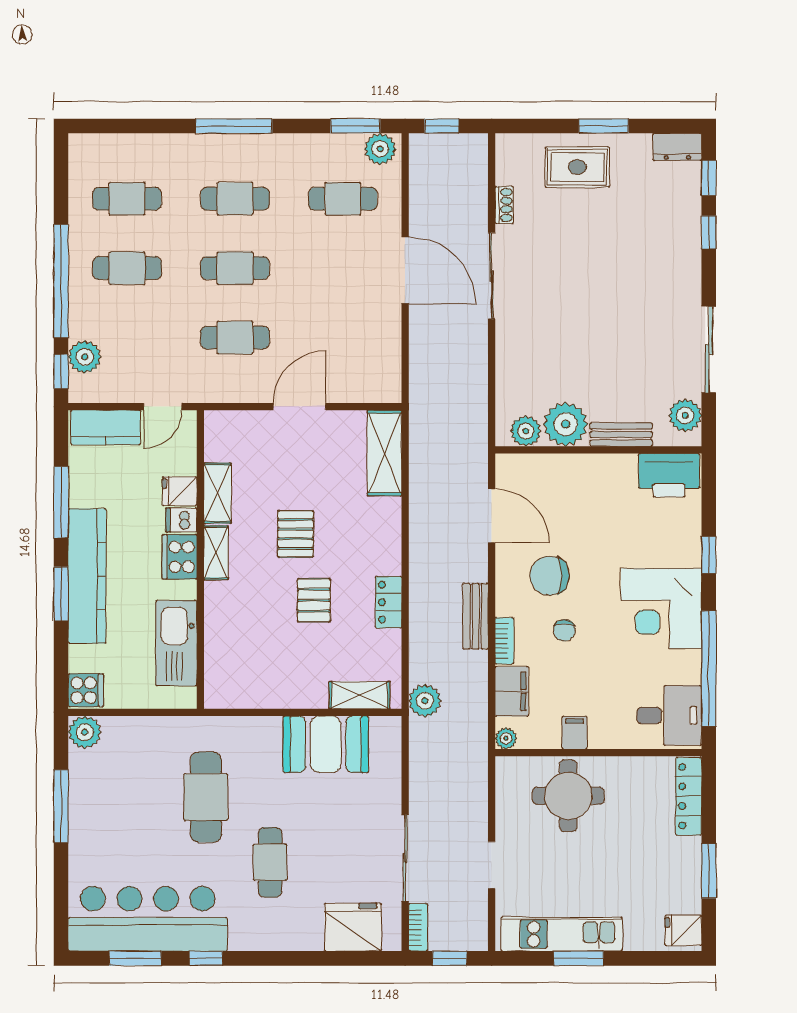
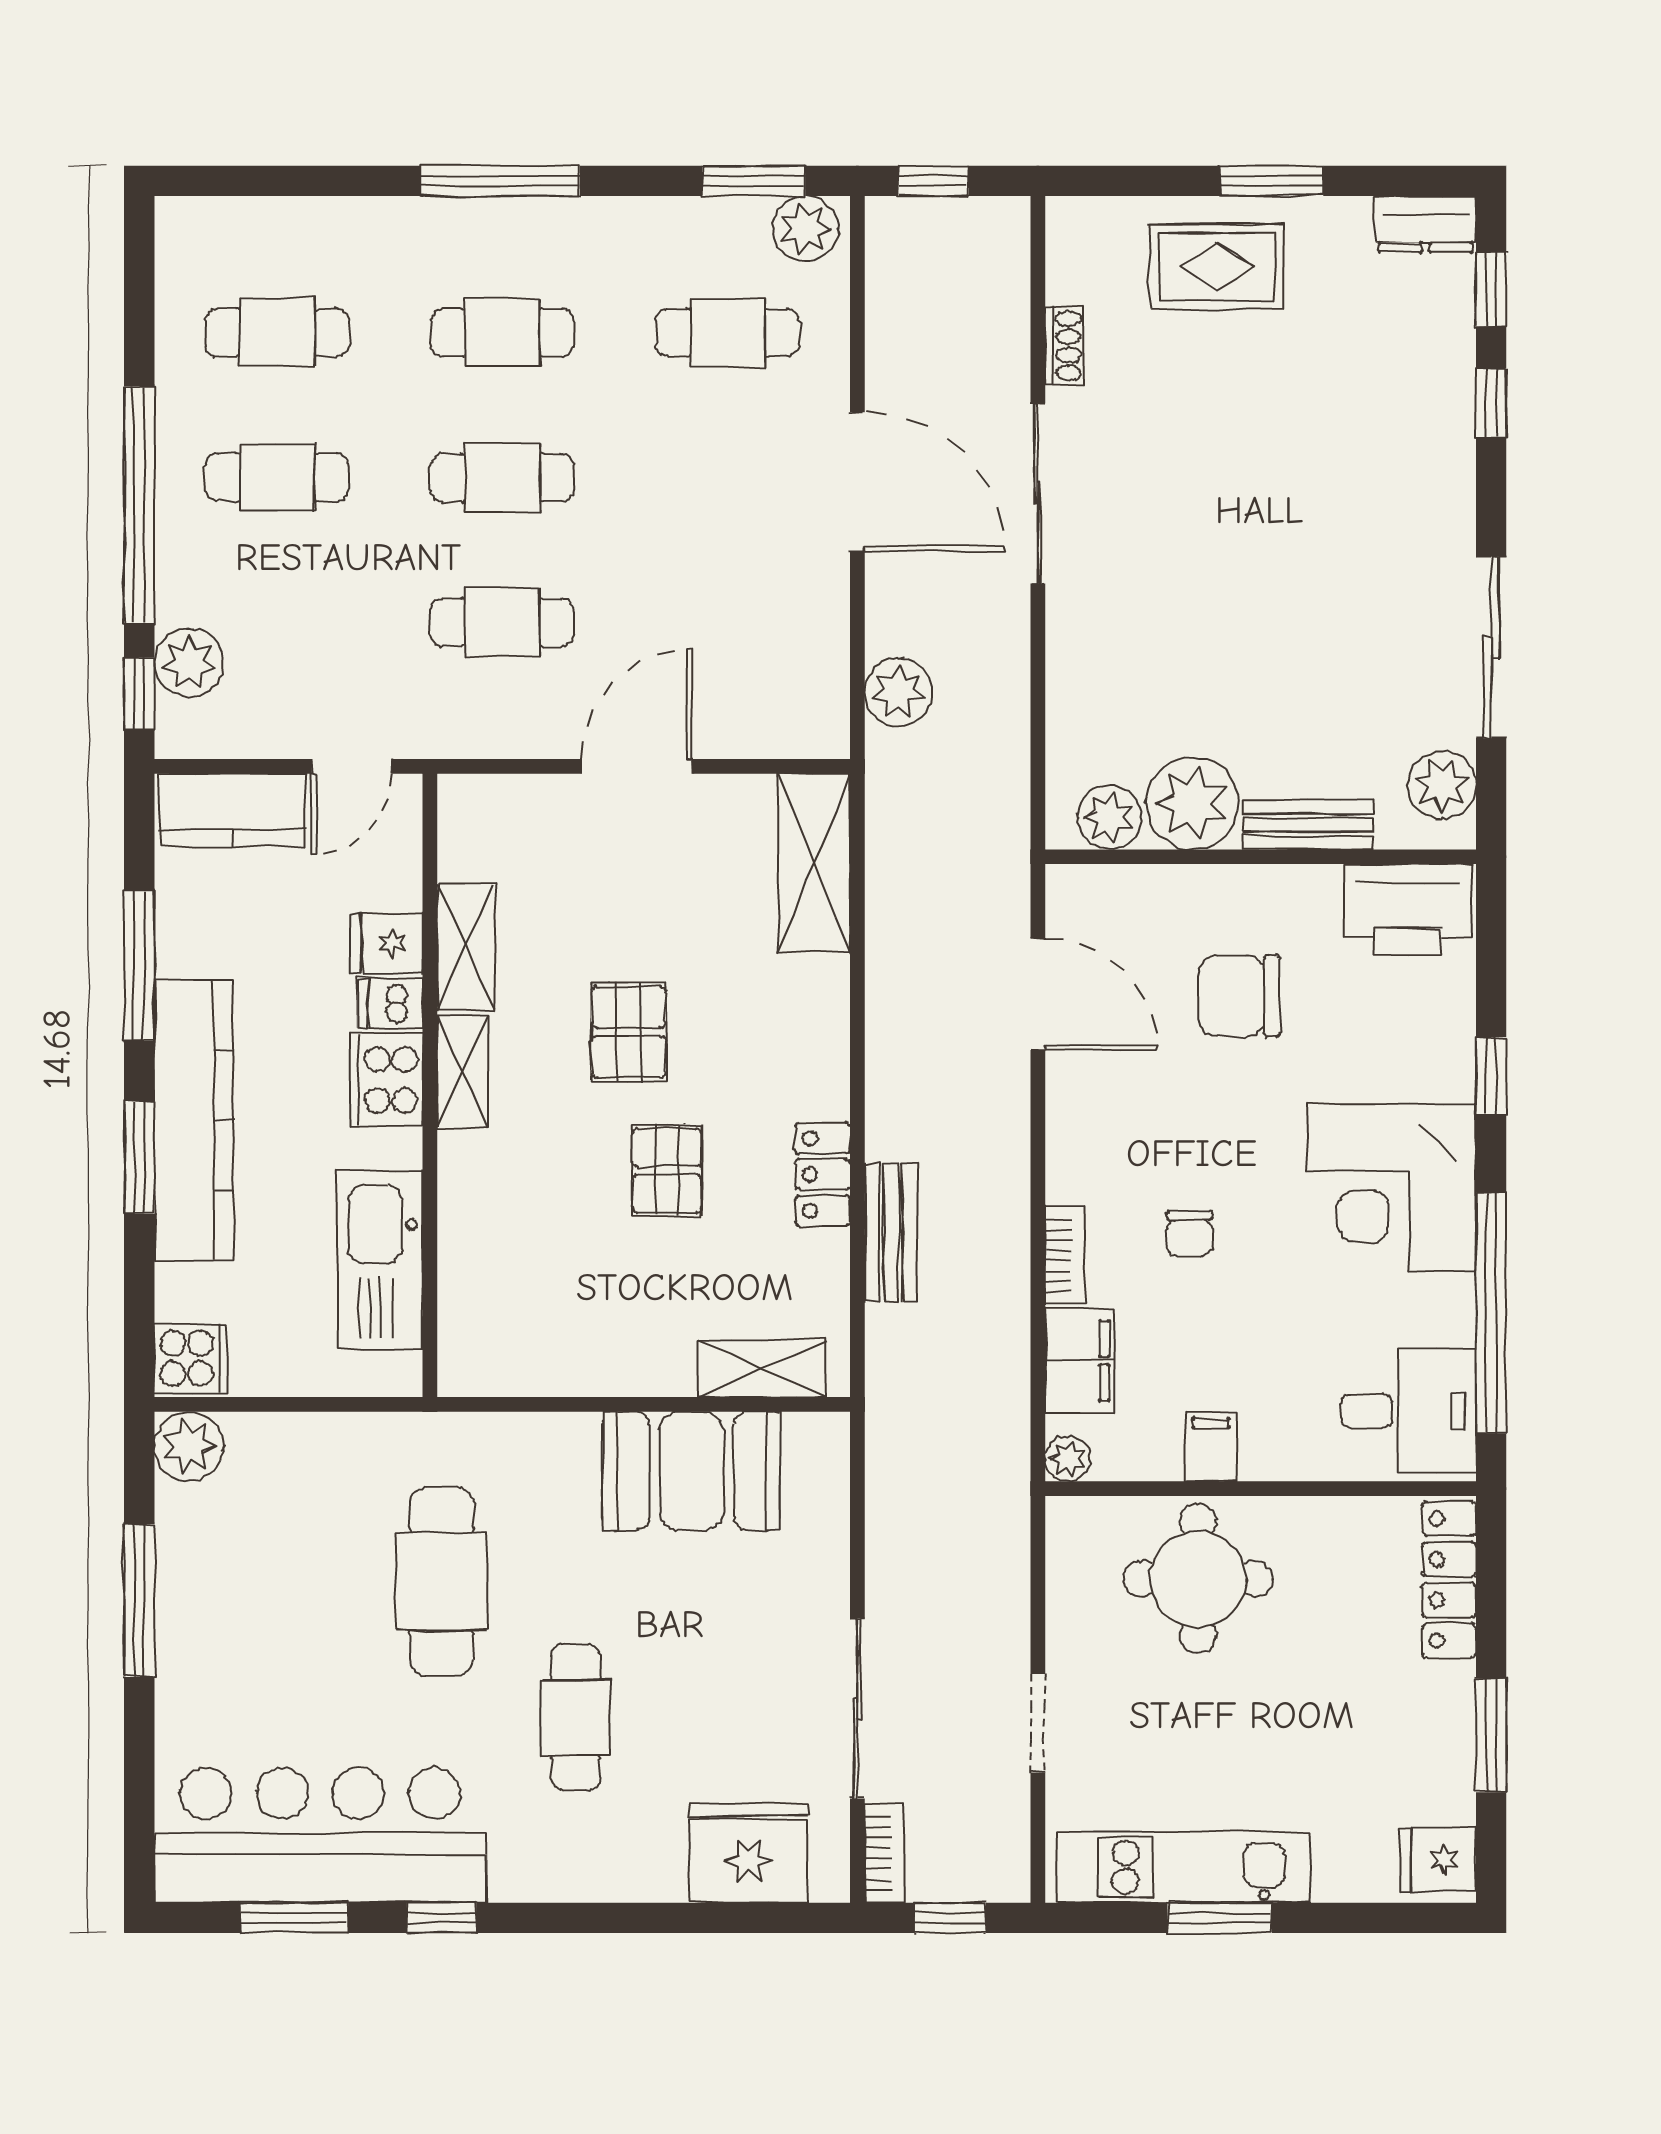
chair: (549, 576) -> (1239, 996), moved
bench: (476, 616) -> (891, 1233), moved
plant: (425, 701) -> (898, 692), moved

